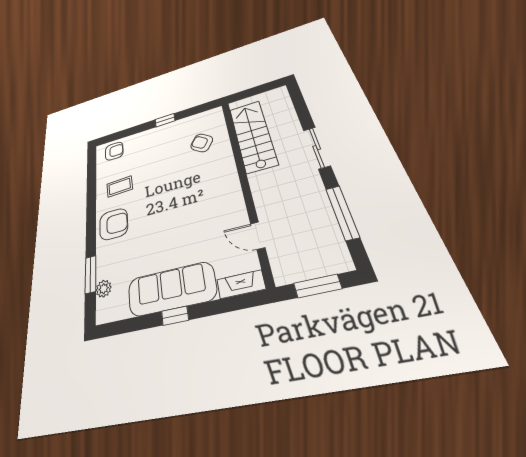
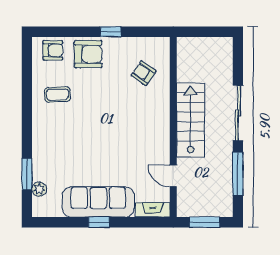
stairs: (253, 136) -> (191, 120), moved
sliding door: (317, 148) -> (238, 113), width x1.37
armchair: (114, 224) -> (88, 54), moved

